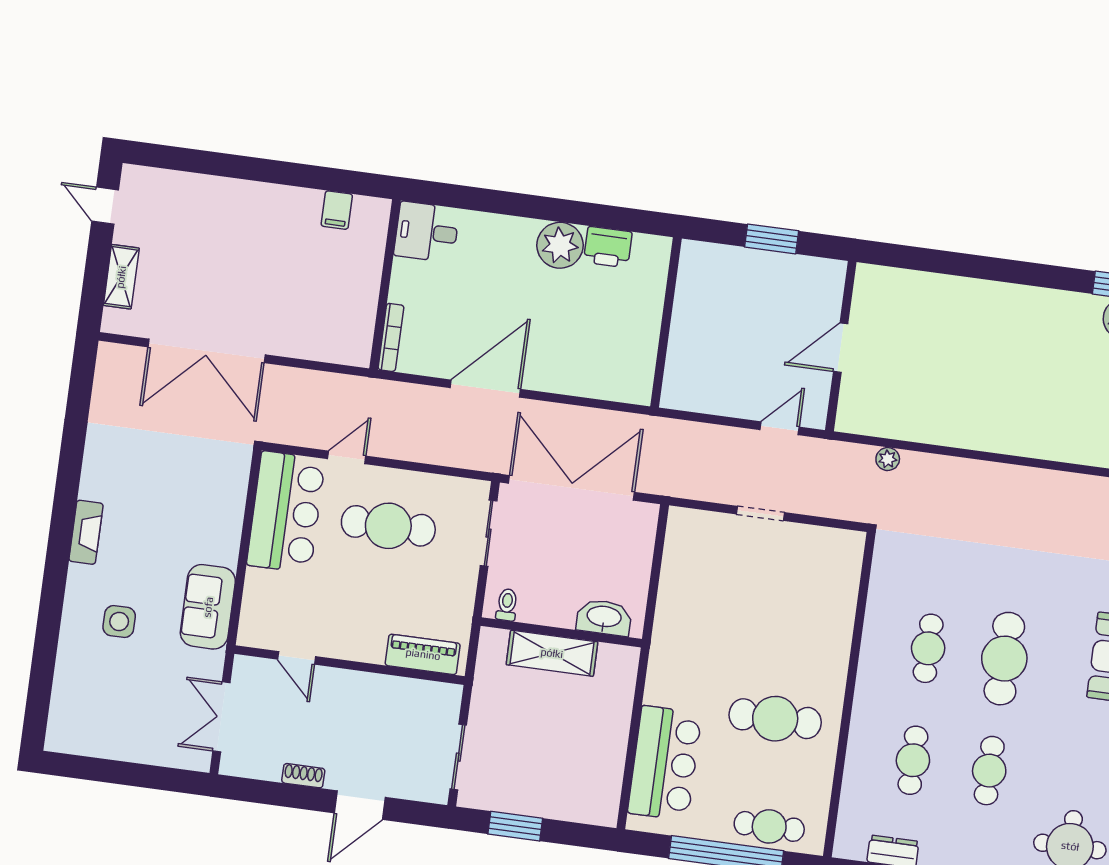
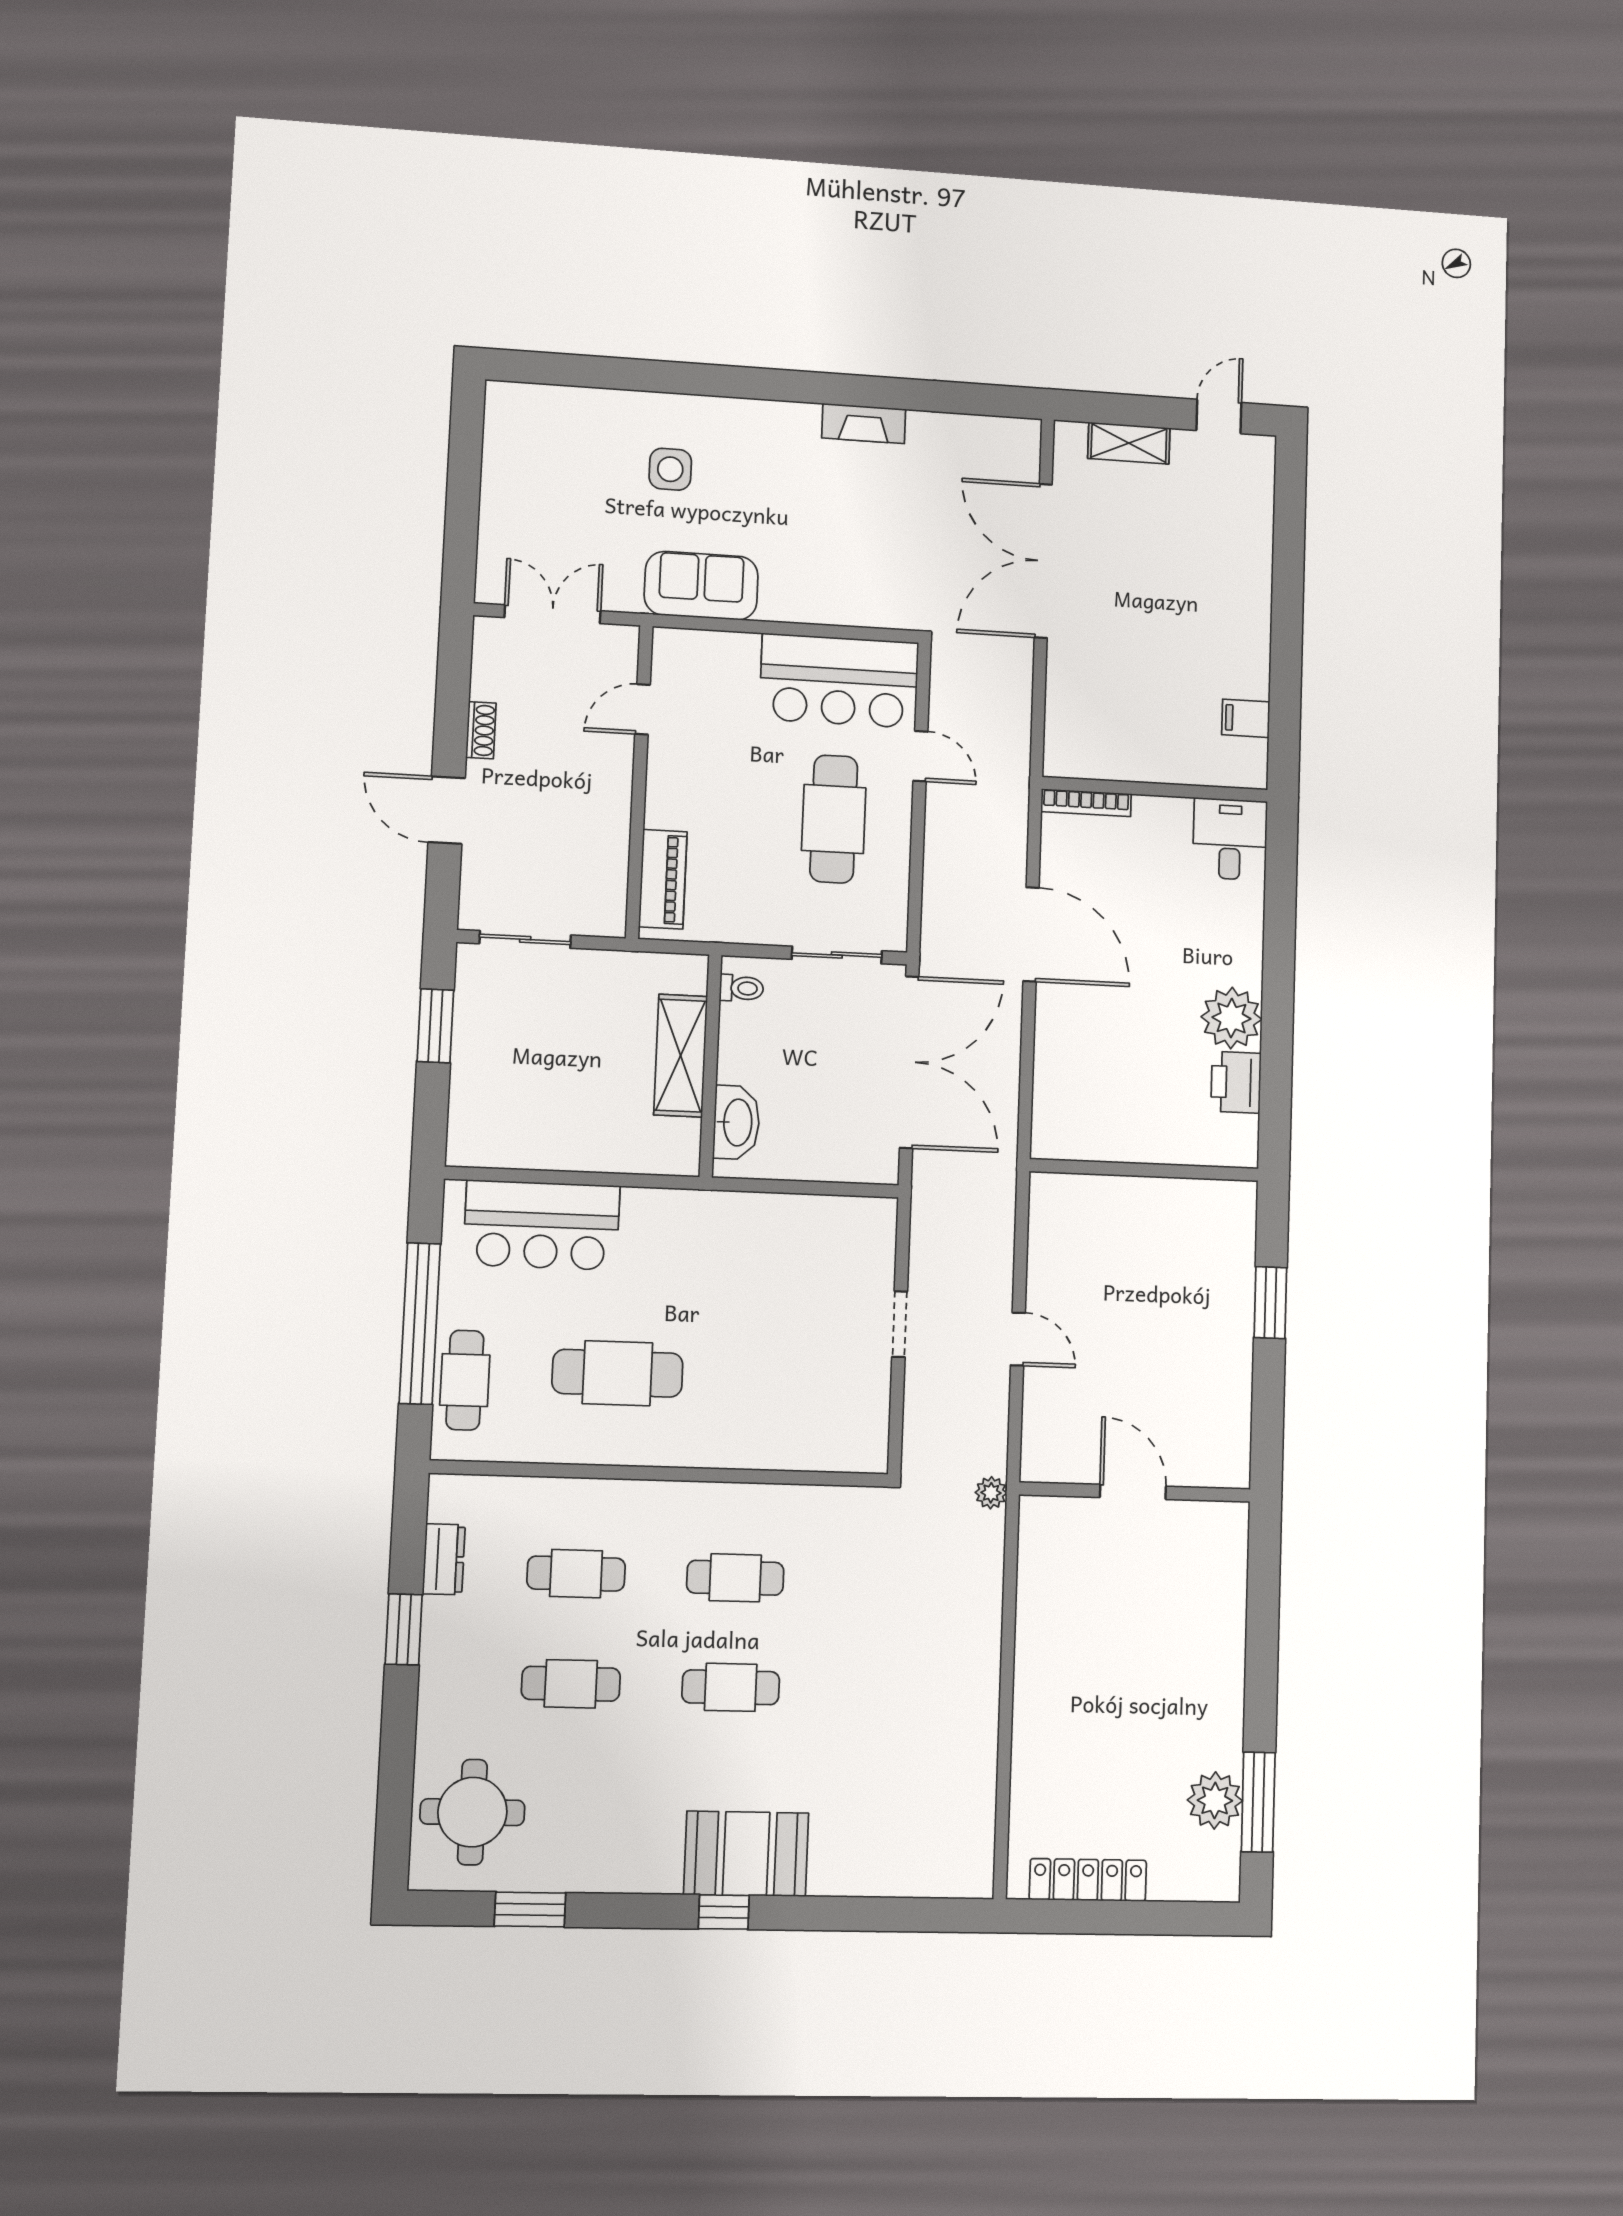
wall: (841, 346) -> (1135, 1492), moved
door: (841, 348) -> (1133, 1492), moved
fireplace: (86, 532) -> (864, 424), moved
cafe table: (1004, 659) -> (731, 1687), width x0.73, depth x0.74
cafe table: (775, 719) -> (617, 1373), turned 90

